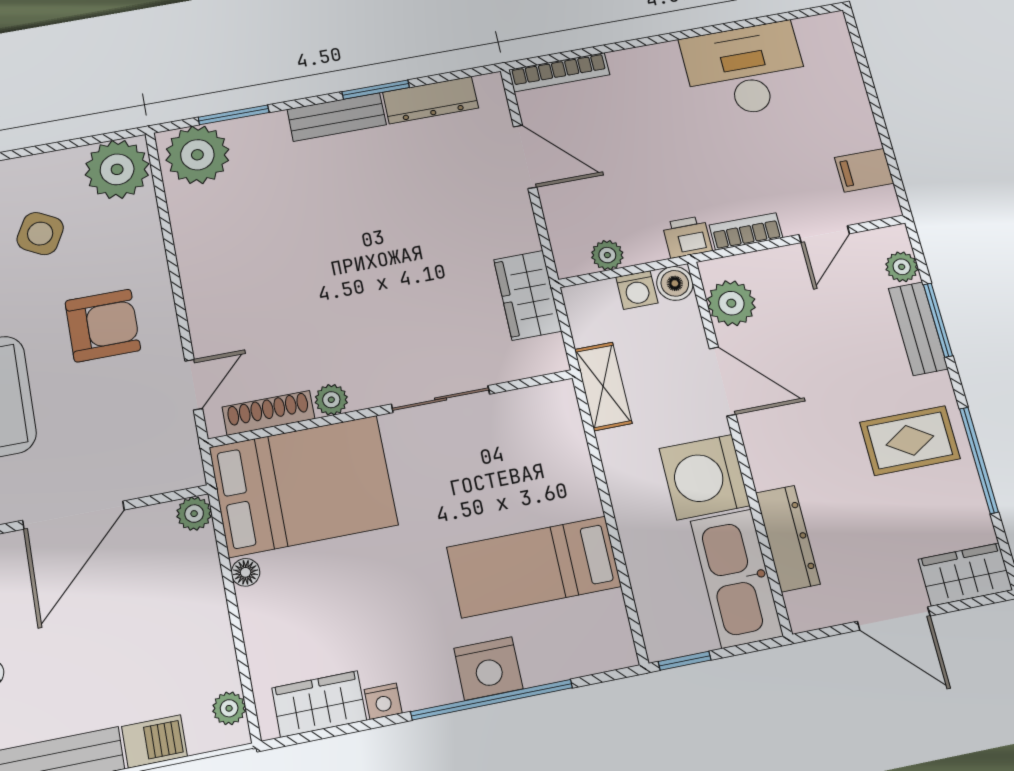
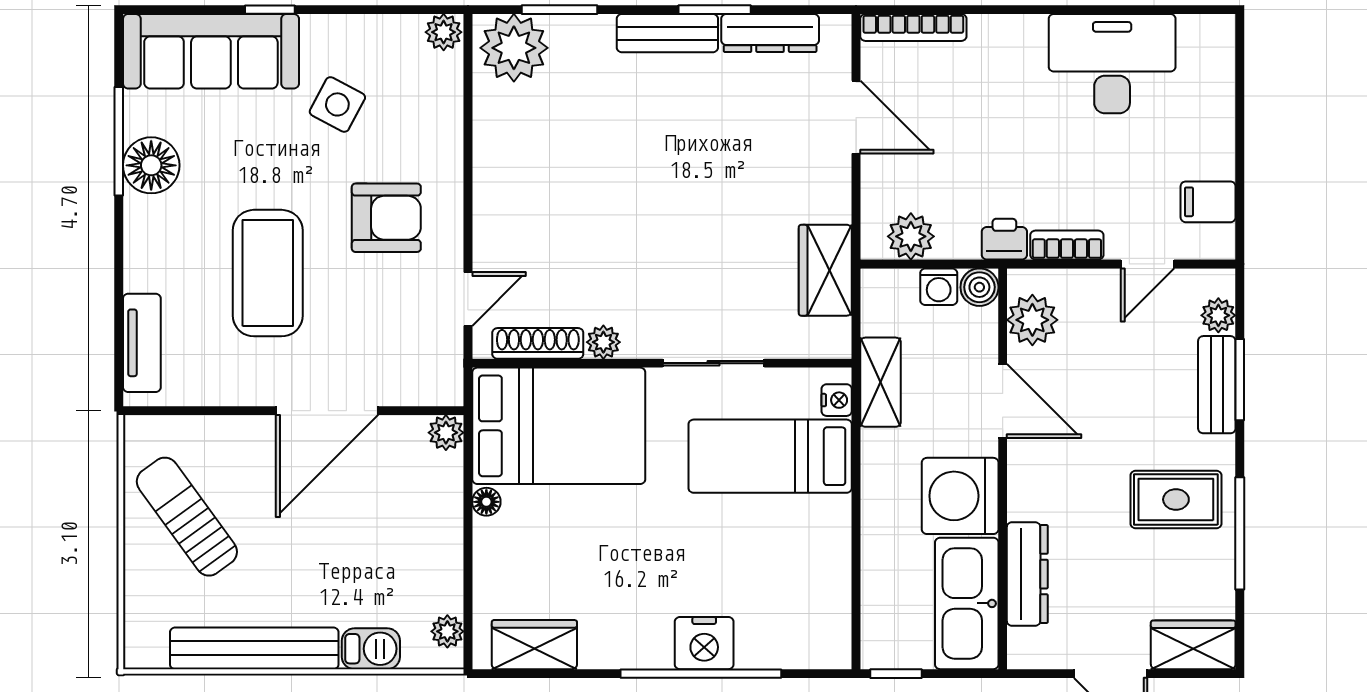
plant: (117, 169) -> (444, 32), width x0.53, depth x0.53
plant: (607, 255) -> (911, 236), width x1.38, depth x1.38
bed: (534, 567) -> (770, 456), moved
nightstand: (383, 701) -> (837, 400), moved, turned -90

